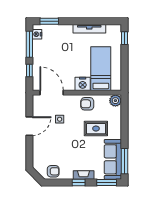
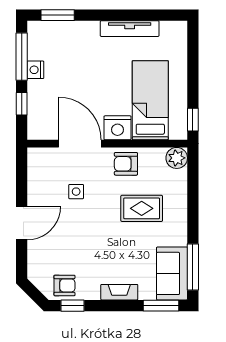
nightstand: (37, 34) -> (35, 70), moved
window: (124, 38) -> (193, 120), moved
door: (52, 93) -> (80, 144), moved
door: (29, 126) -> (22, 223), moved
sofa: (113, 159) -> (172, 273), width x0.73
window: (79, 182) -> (72, 306), moved

